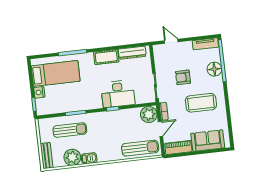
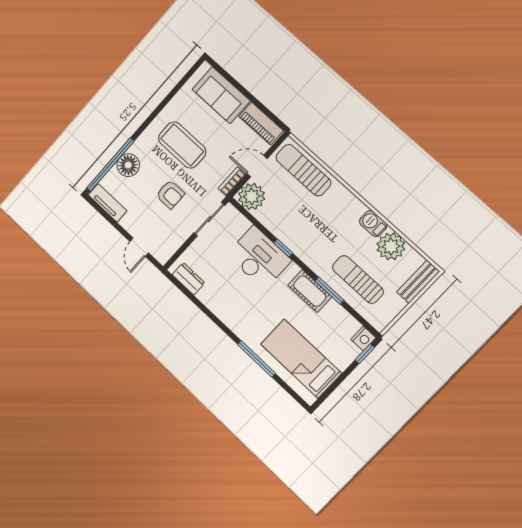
dresser: (132, 53) -> (188, 279), width x0.70
cot: (106, 57) -> (310, 291), moved
nightstand: (39, 92) -> (363, 339), moved

